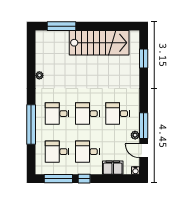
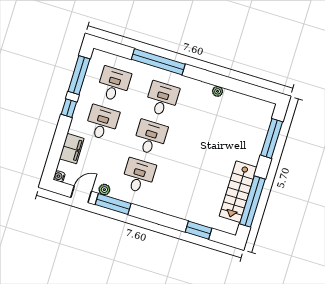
window: (111, 26) -> (252, 201), added
stairs: (99, 43) -> (238, 192), width x0.73, depth x0.66

